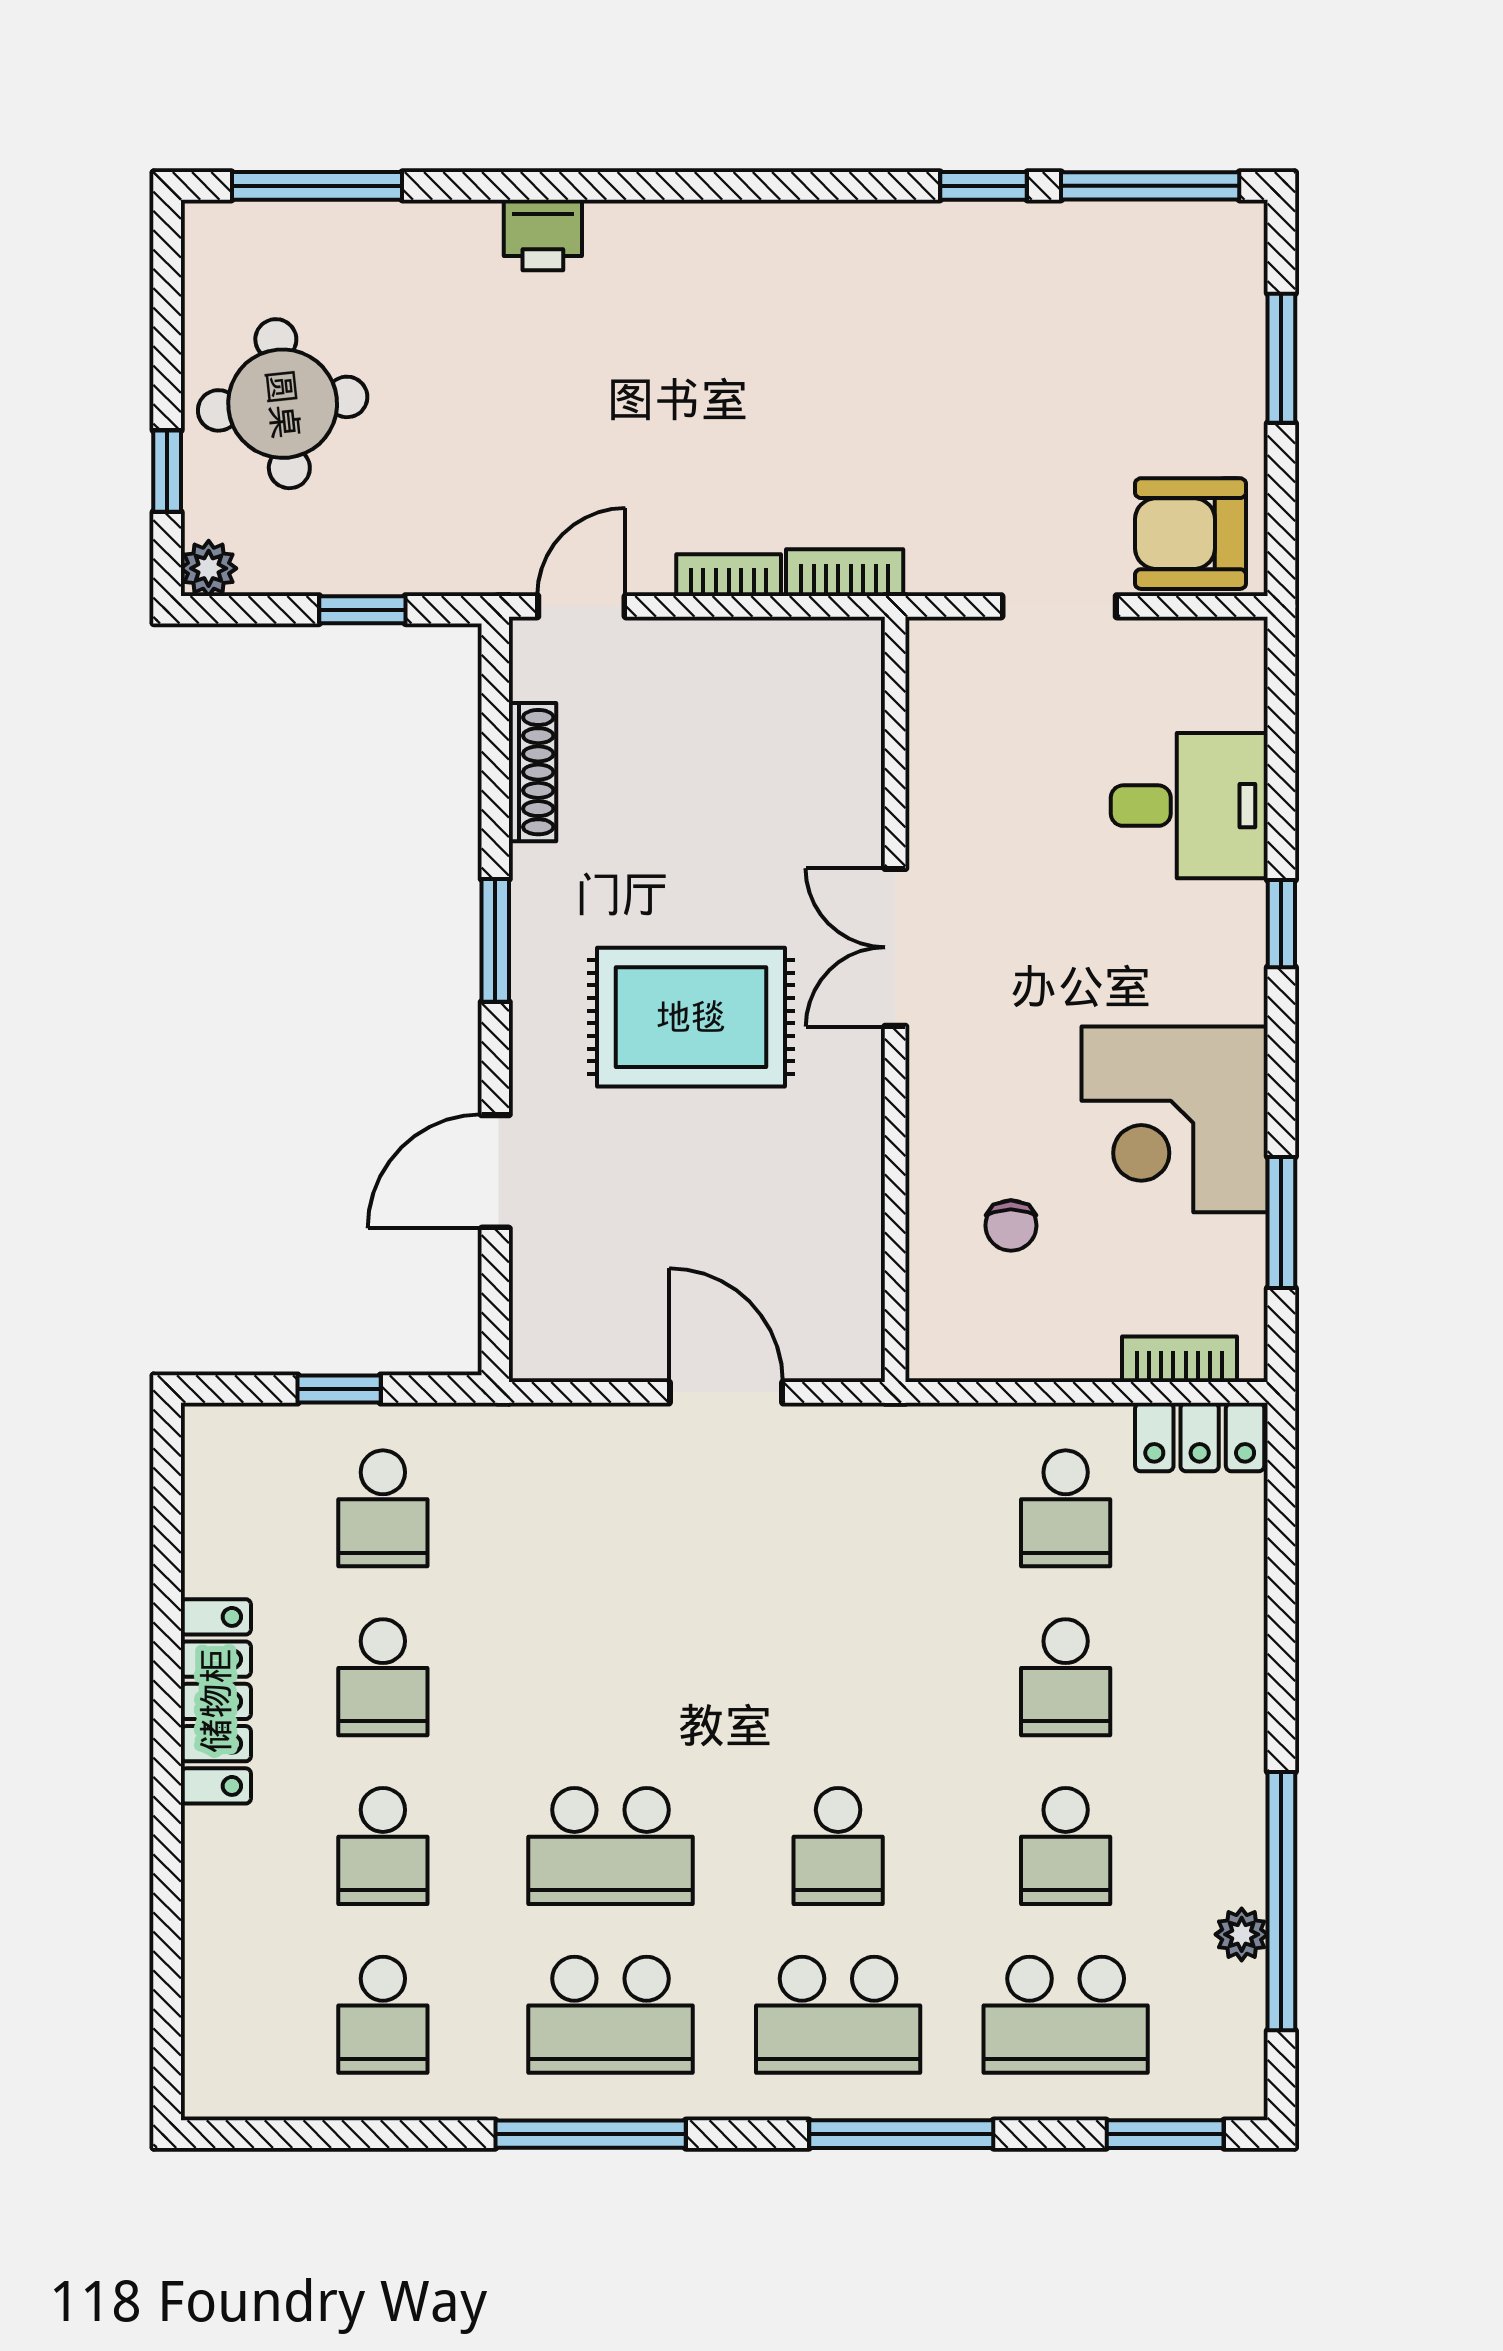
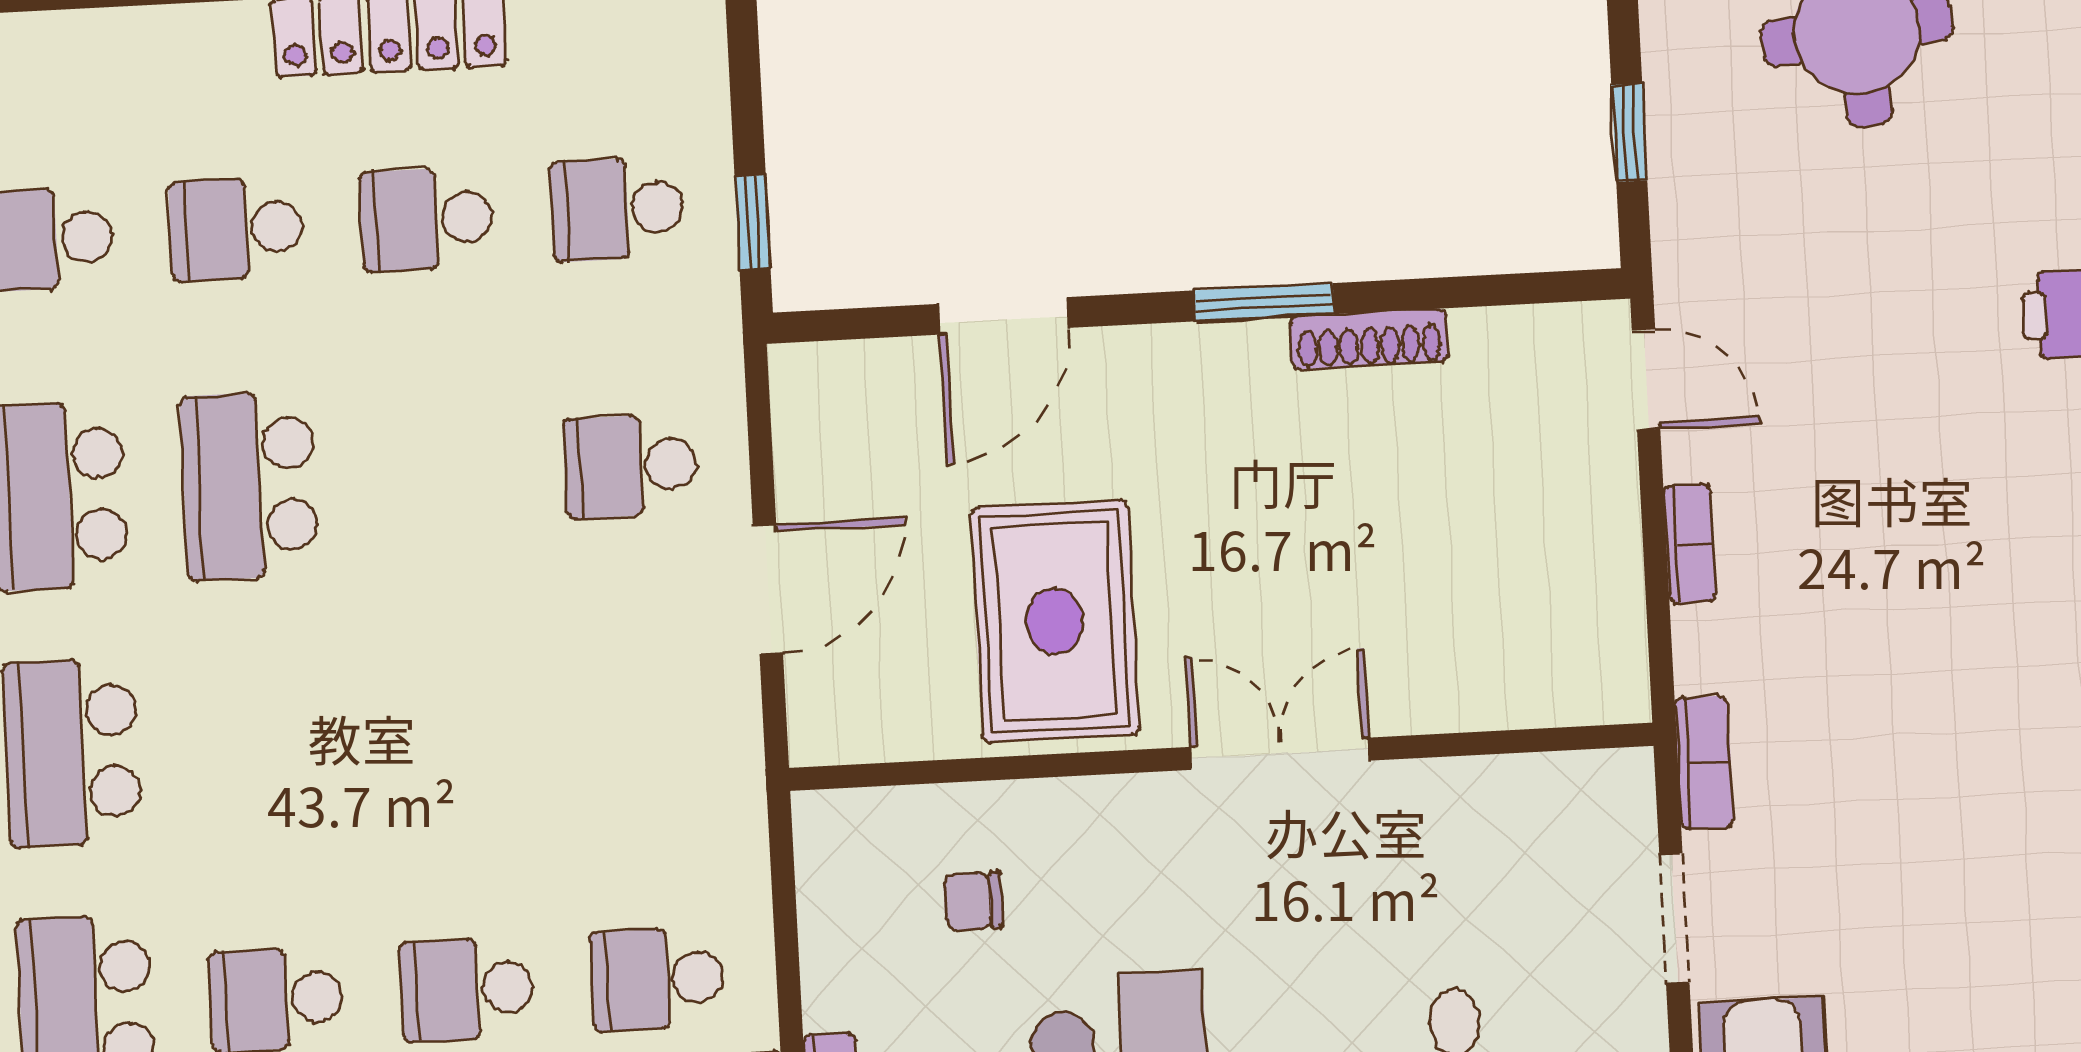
bookcase: (845, 573) -> (1704, 763), moved
shoe rack: (533, 772) -> (1369, 339), moved
rug: (691, 1017) -> (1055, 621), moved
door: (495, 1171) -> (1004, 316), swing flipped
window: (339, 1389) -> (753, 222), moved
school desk: (838, 1846) -> (630, 466), moved

